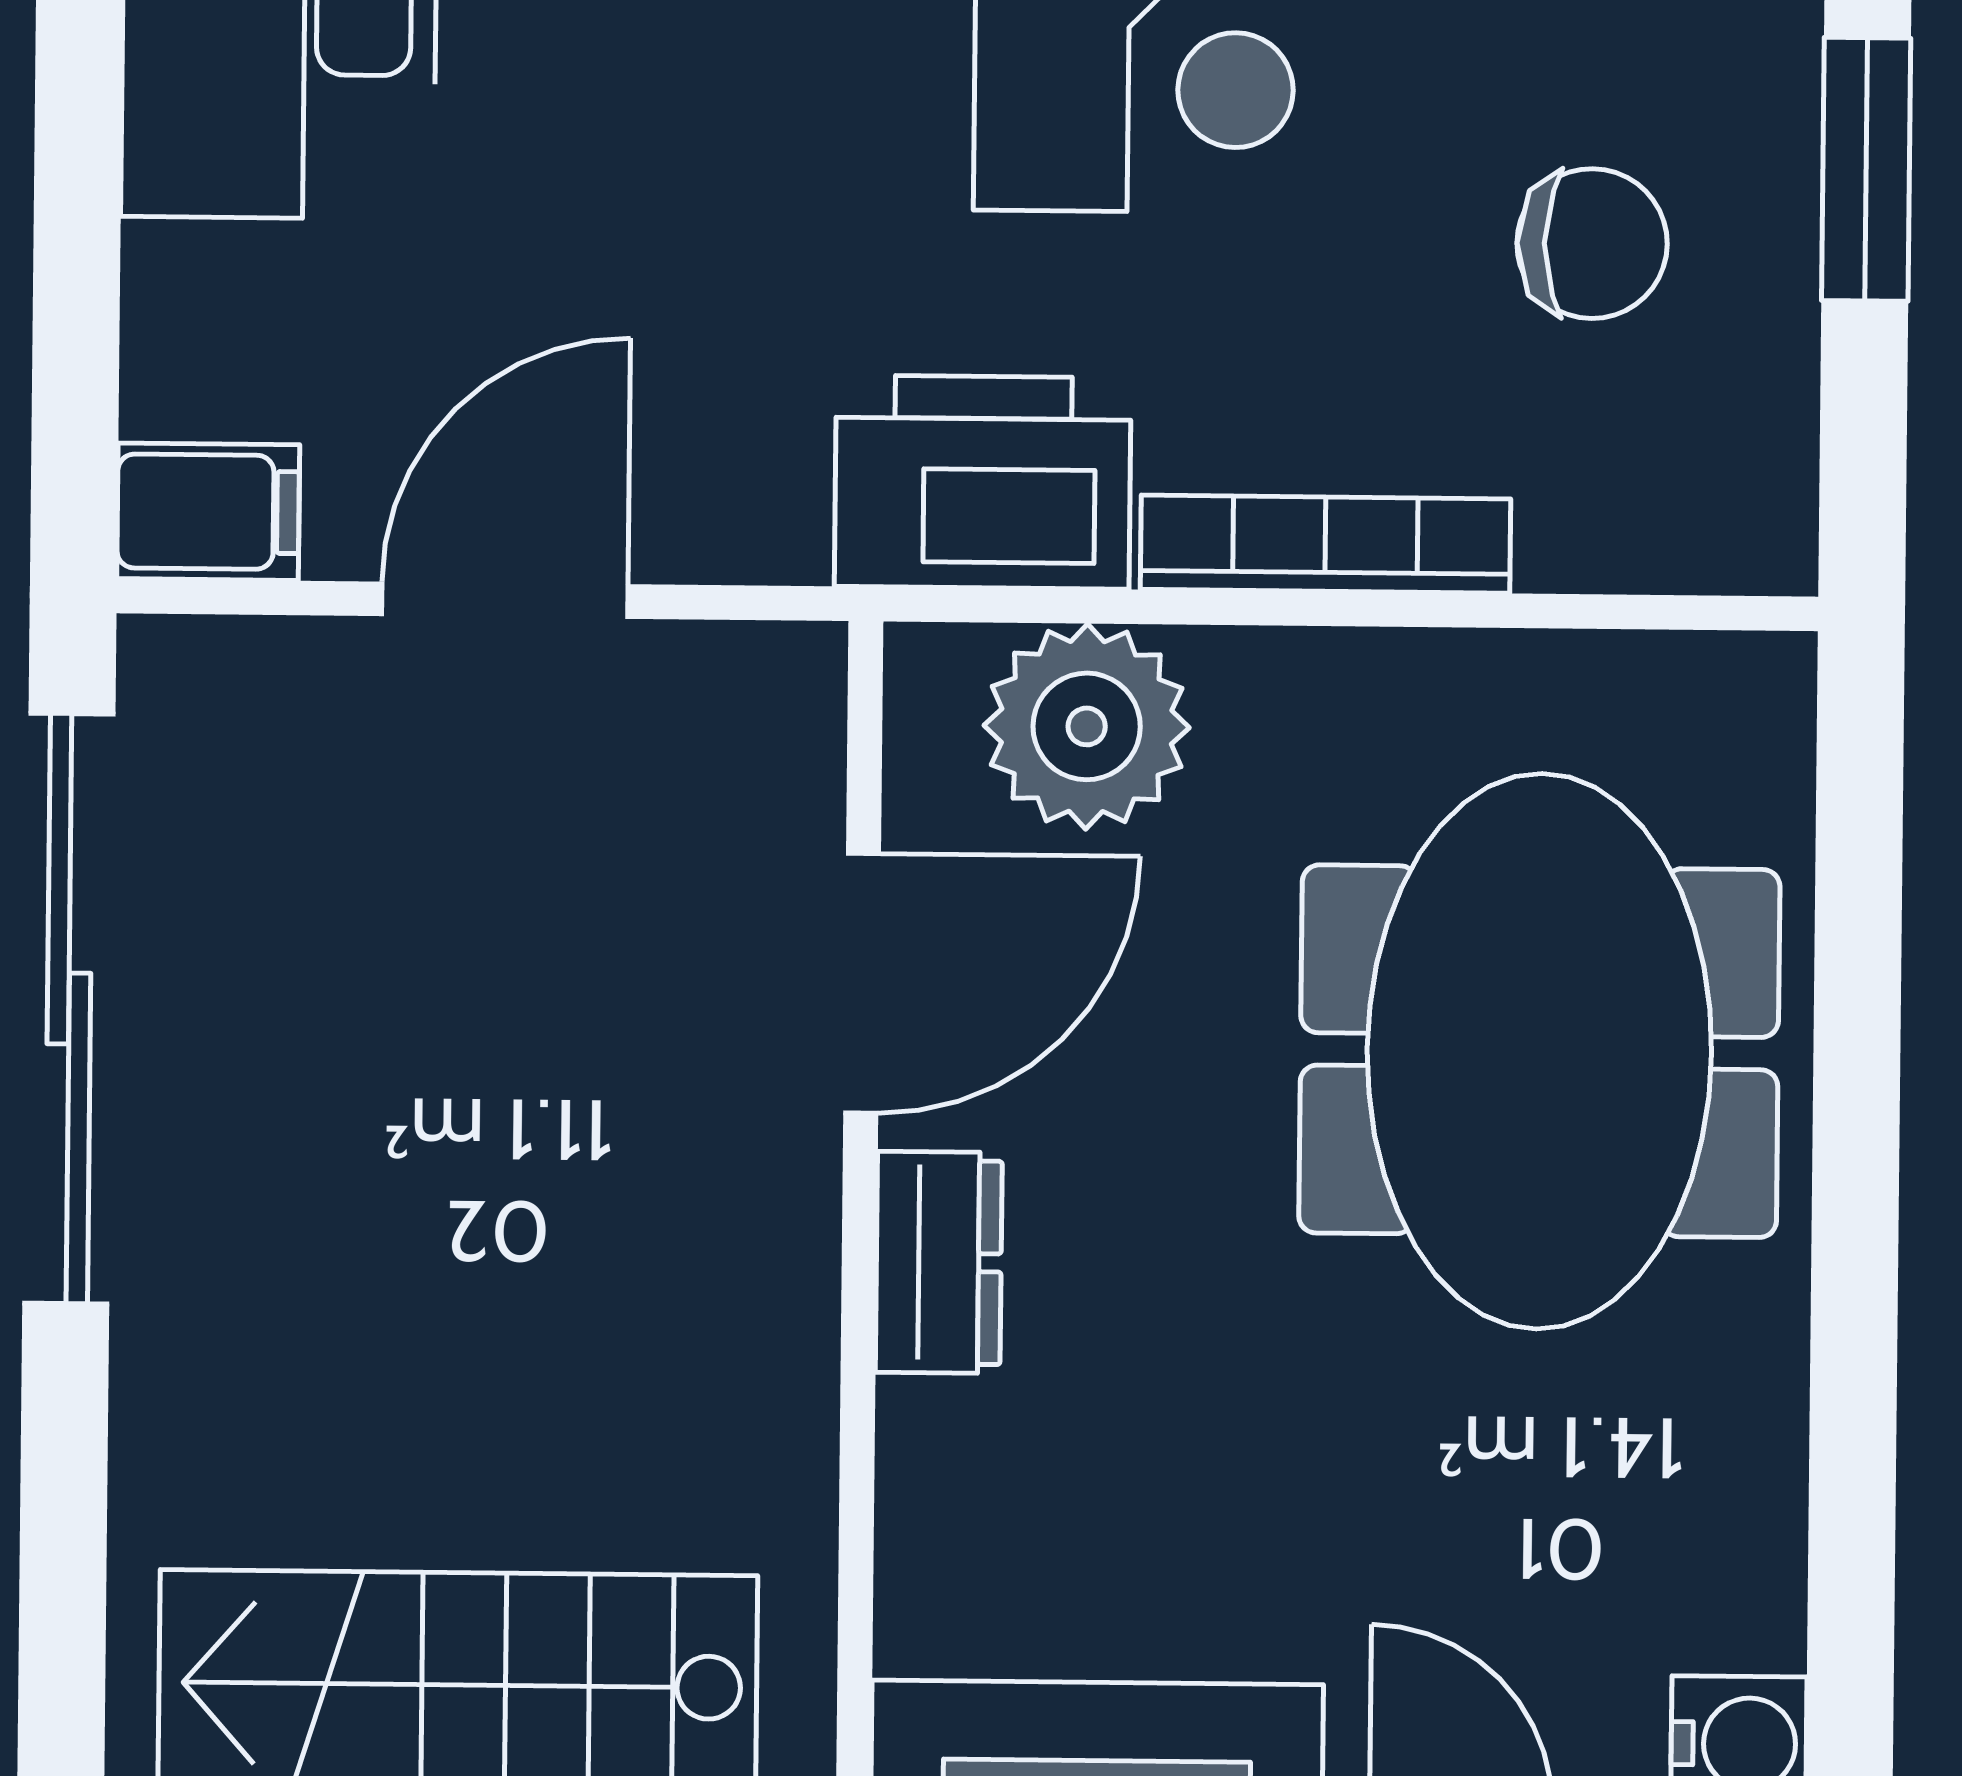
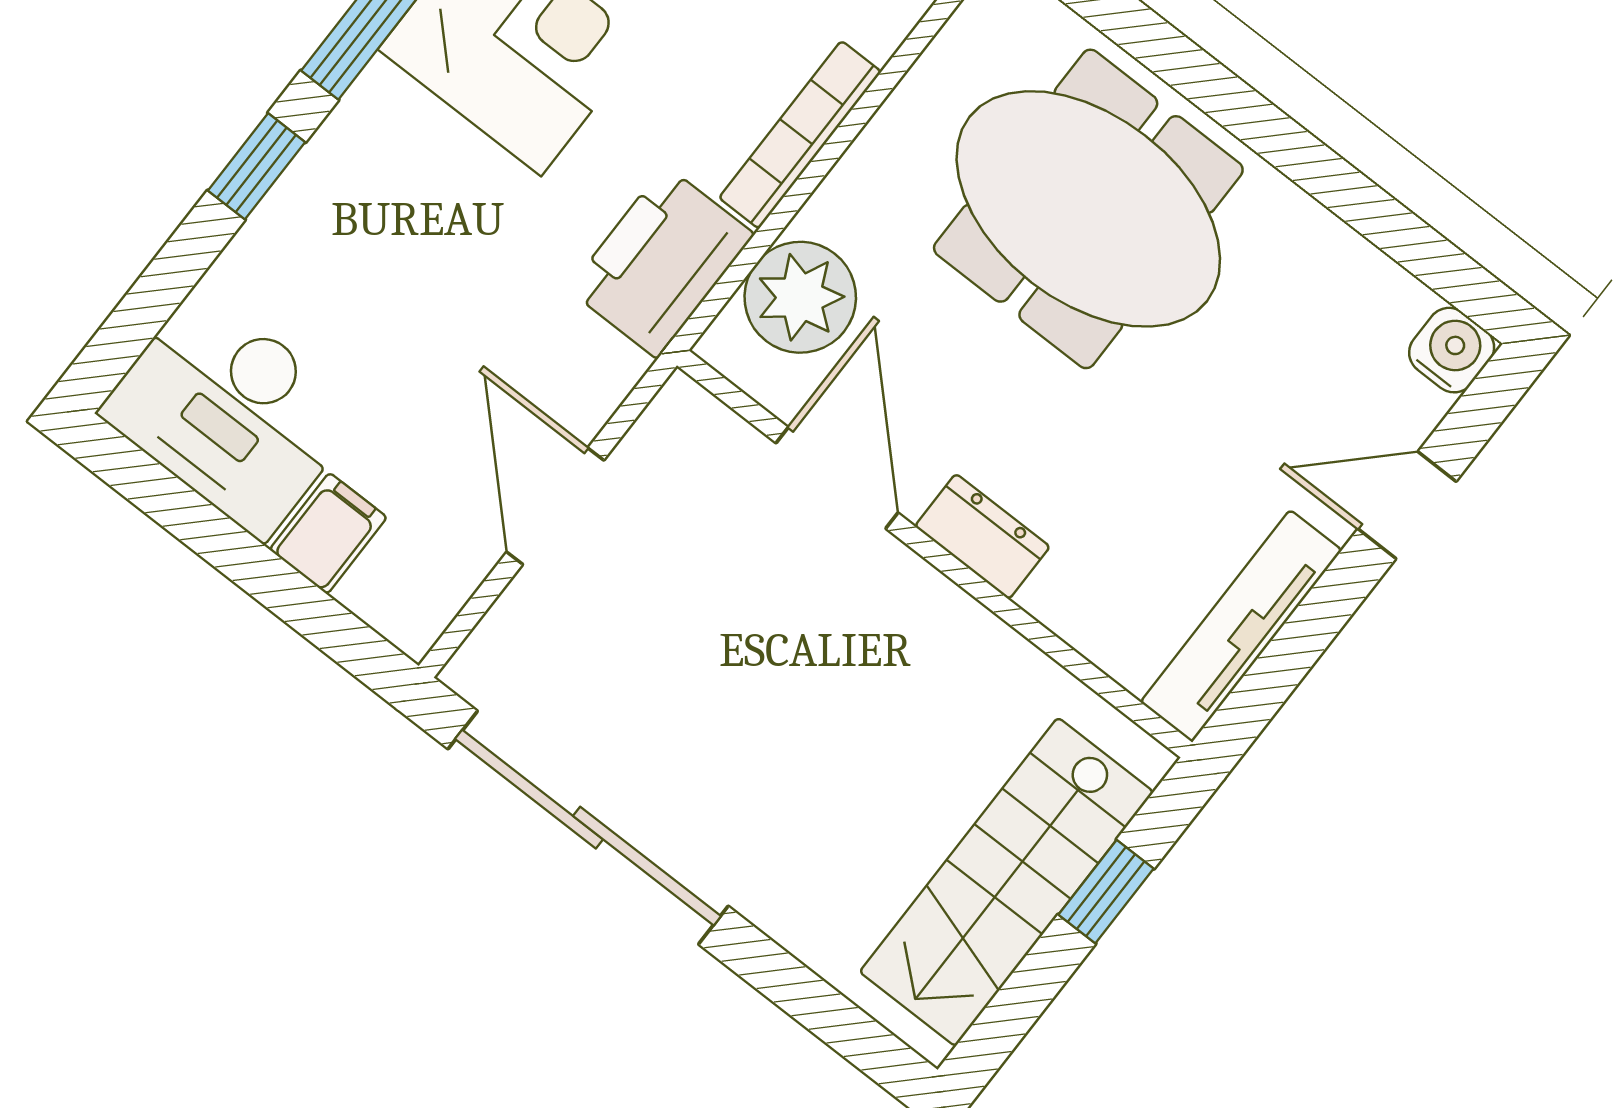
filing cabinet: (208, 512) -> (328, 533), moved

